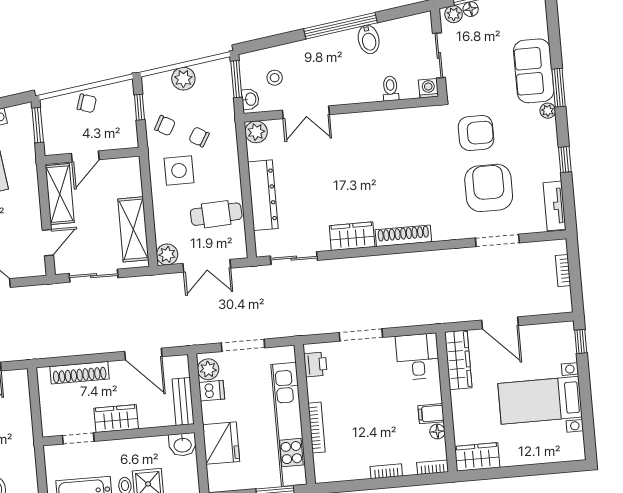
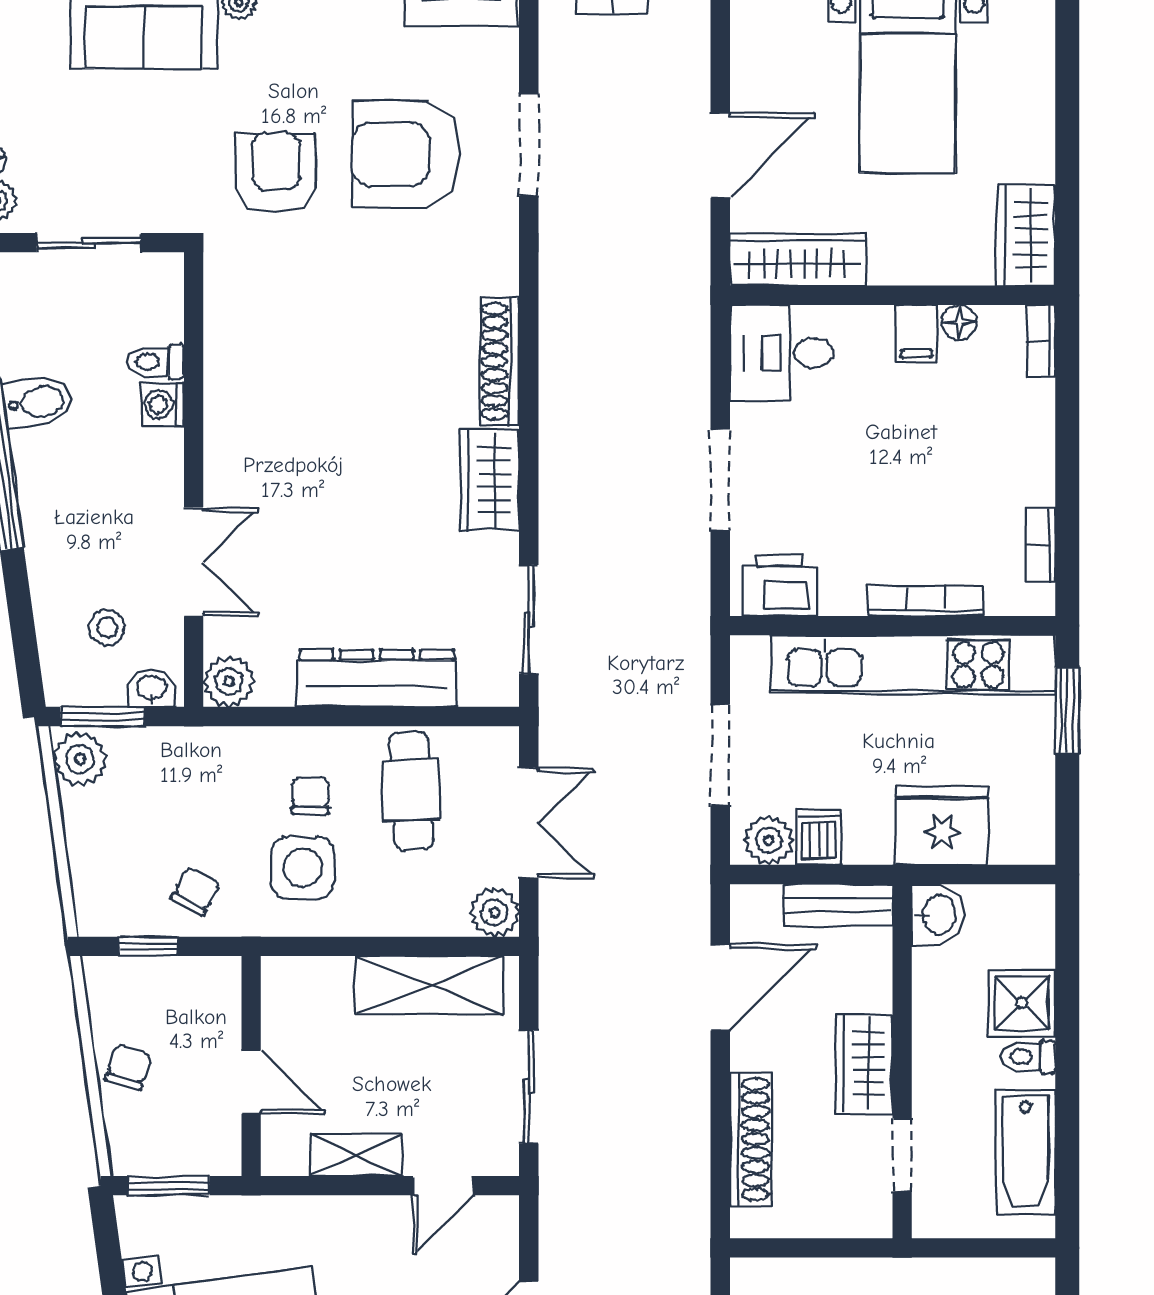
plant: (183, 79) -> (80, 759), moved
washing machine: (428, 88) -> (163, 404), moved
chair: (199, 137) -> (310, 796), moved, turned 149
shelving: (60, 194) -> (356, 1155), width x0.67, depth x0.75
door: (48, 243) -> (443, 1186), swing flipped
printer: (315, 364) -> (779, 585), width x1.36, depth x1.24
bookcase: (386, 471) -> (1041, 544), moved

